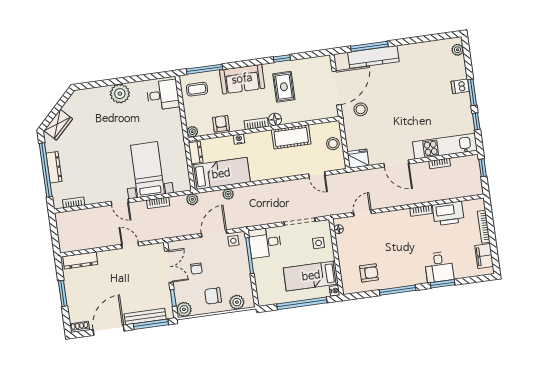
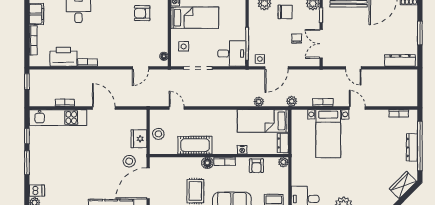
dishwasher: (460, 86) -> (37, 191), moved
fridge: (358, 159) -> (139, 139), moved, turned 90
window: (483, 168) -> (27, 82), moved

